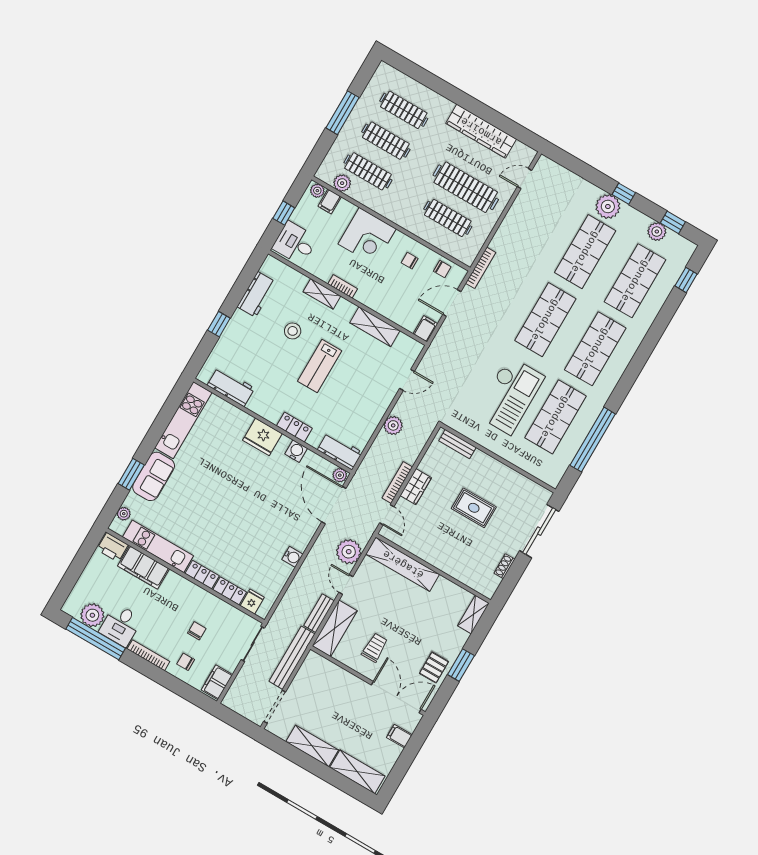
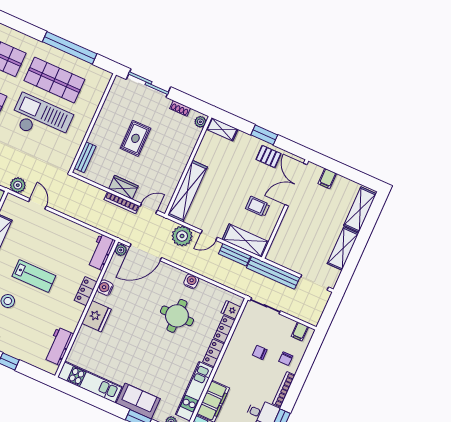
plant: (393, 425) -> (18, 185), moved
round table: (252, 535) -> (177, 316), added
plant: (485, 589) -> (200, 122), added
filing cabinet: (217, 682) -> (300, 331), width x0.50

